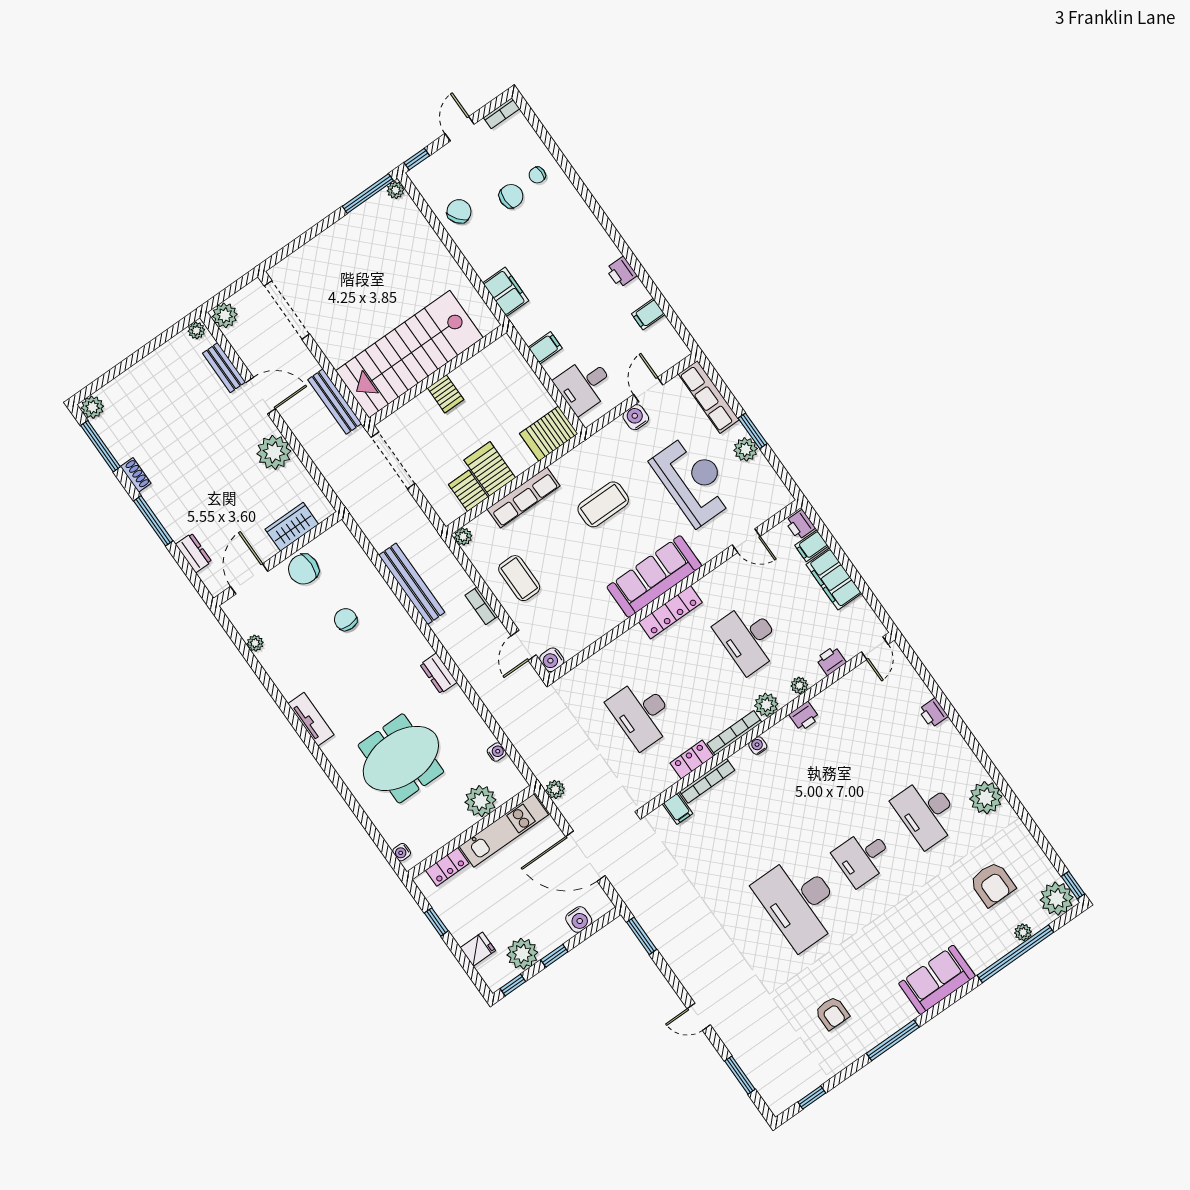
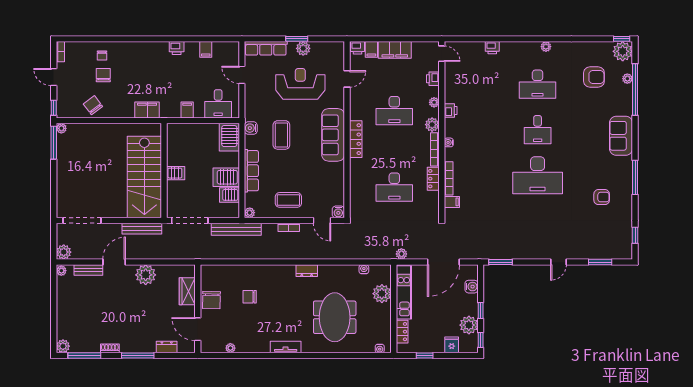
water cooler: (636, 417) -> (251, 128), moved
bench: (412, 584) -> (236, 229), moved
plant: (986, 798) -> (546, 47), width x0.53, depth x0.53

